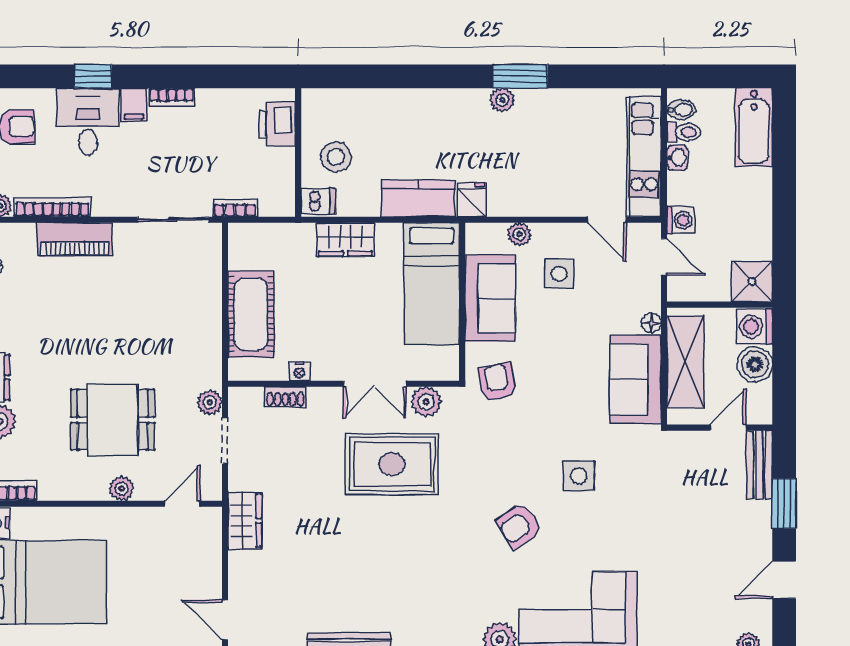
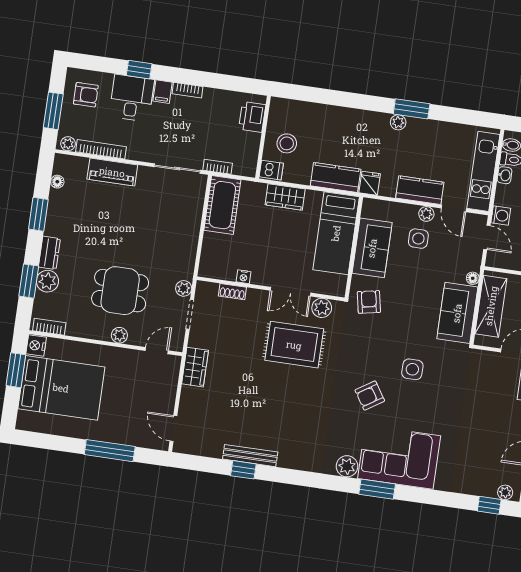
kitchen counter: (551, 199) -> (420, 190), added
plant: (519, 234) -> (426, 214), moved
cot: (251, 314) -> (222, 205), moved

